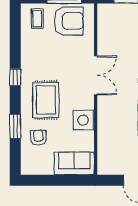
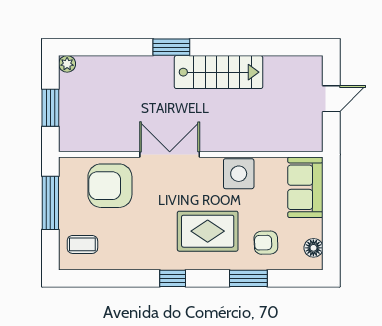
armchair: (69, 21) -> (110, 186), moved, turned -90
floor lamp: (35, 169) -> (313, 248), added

